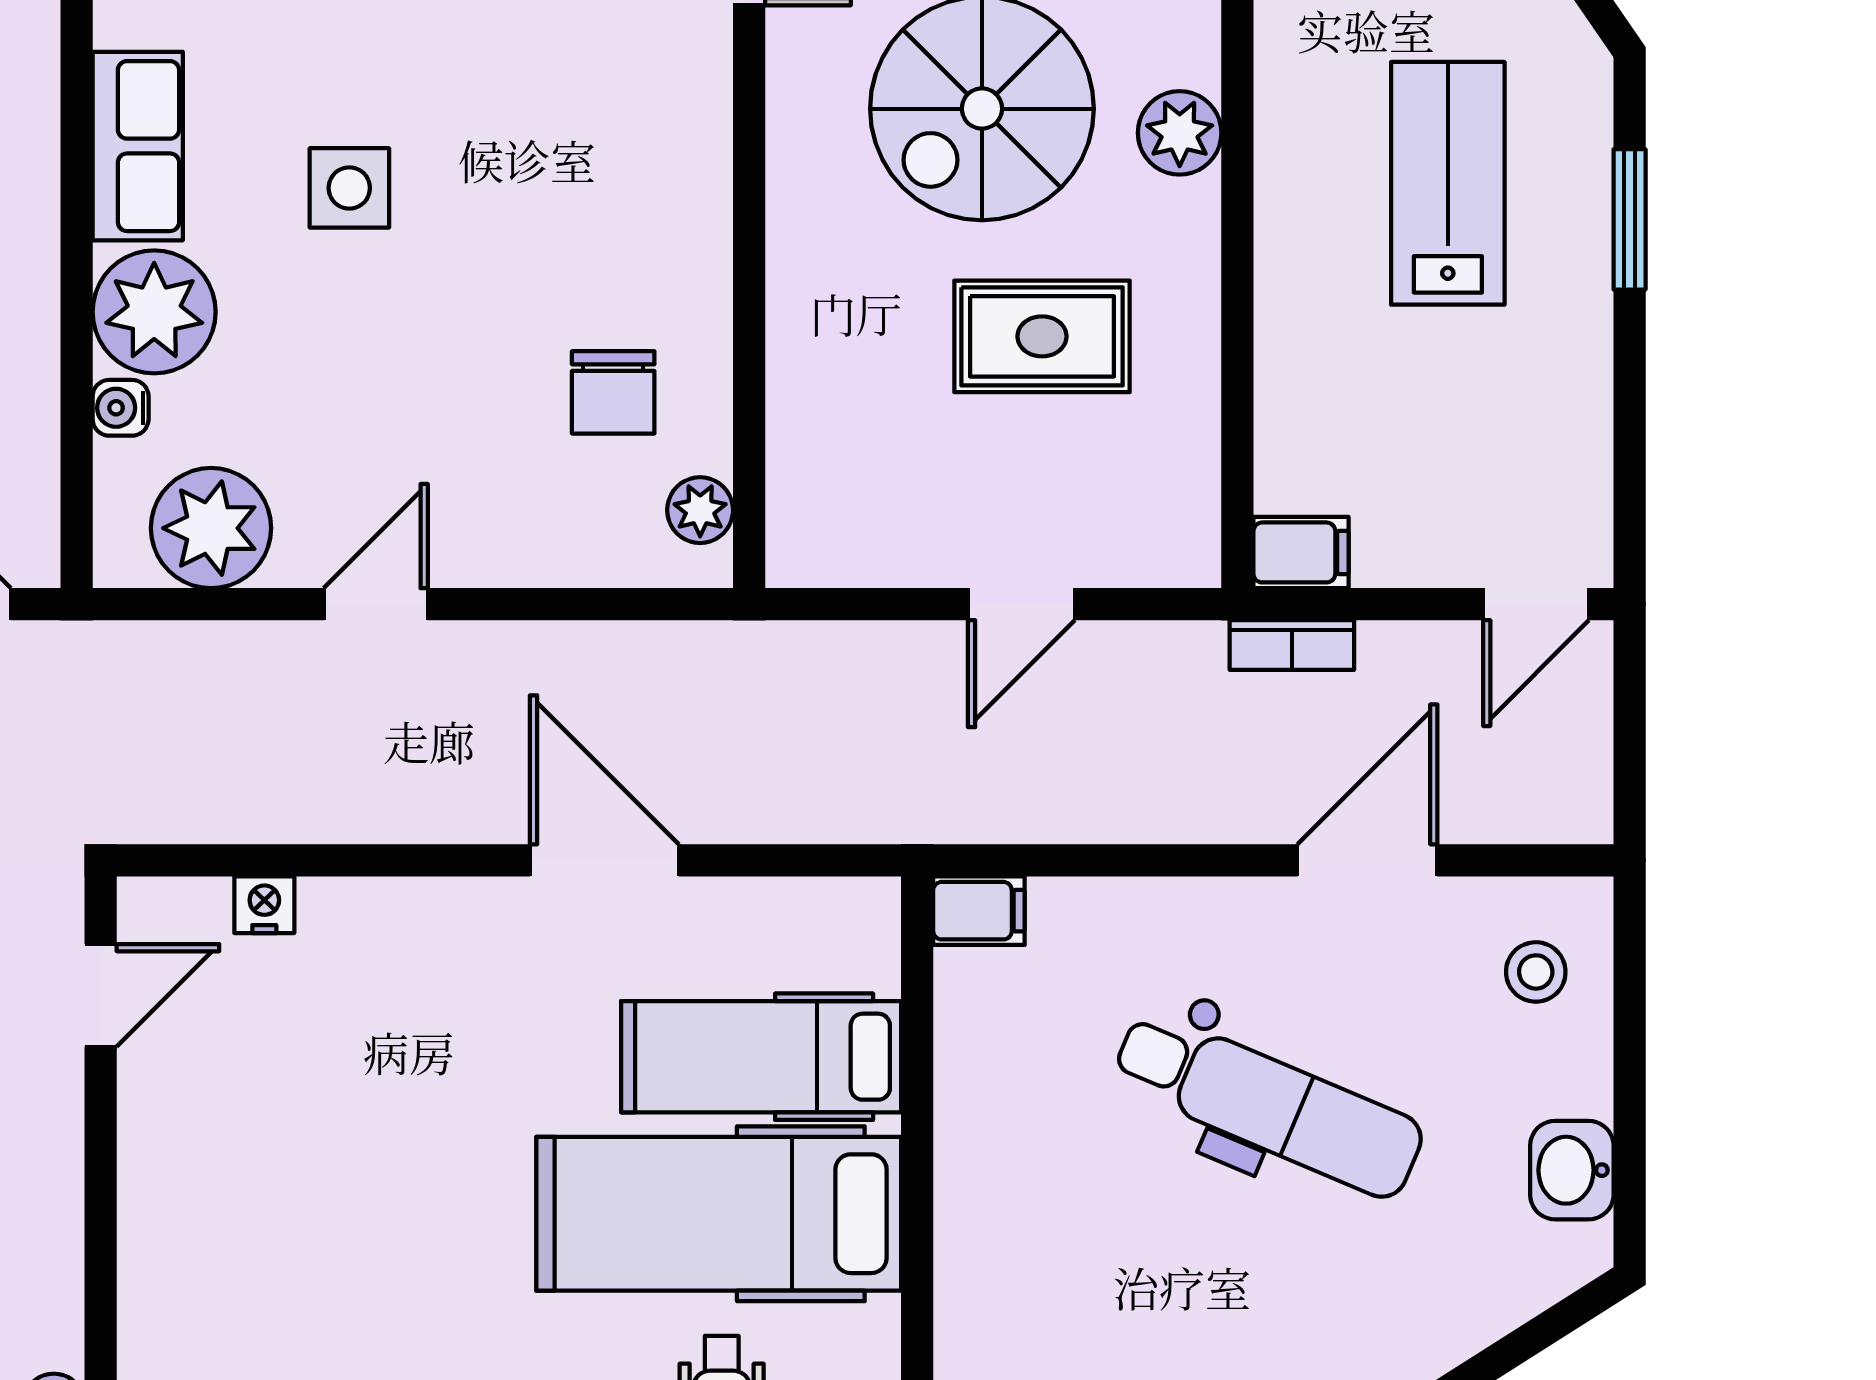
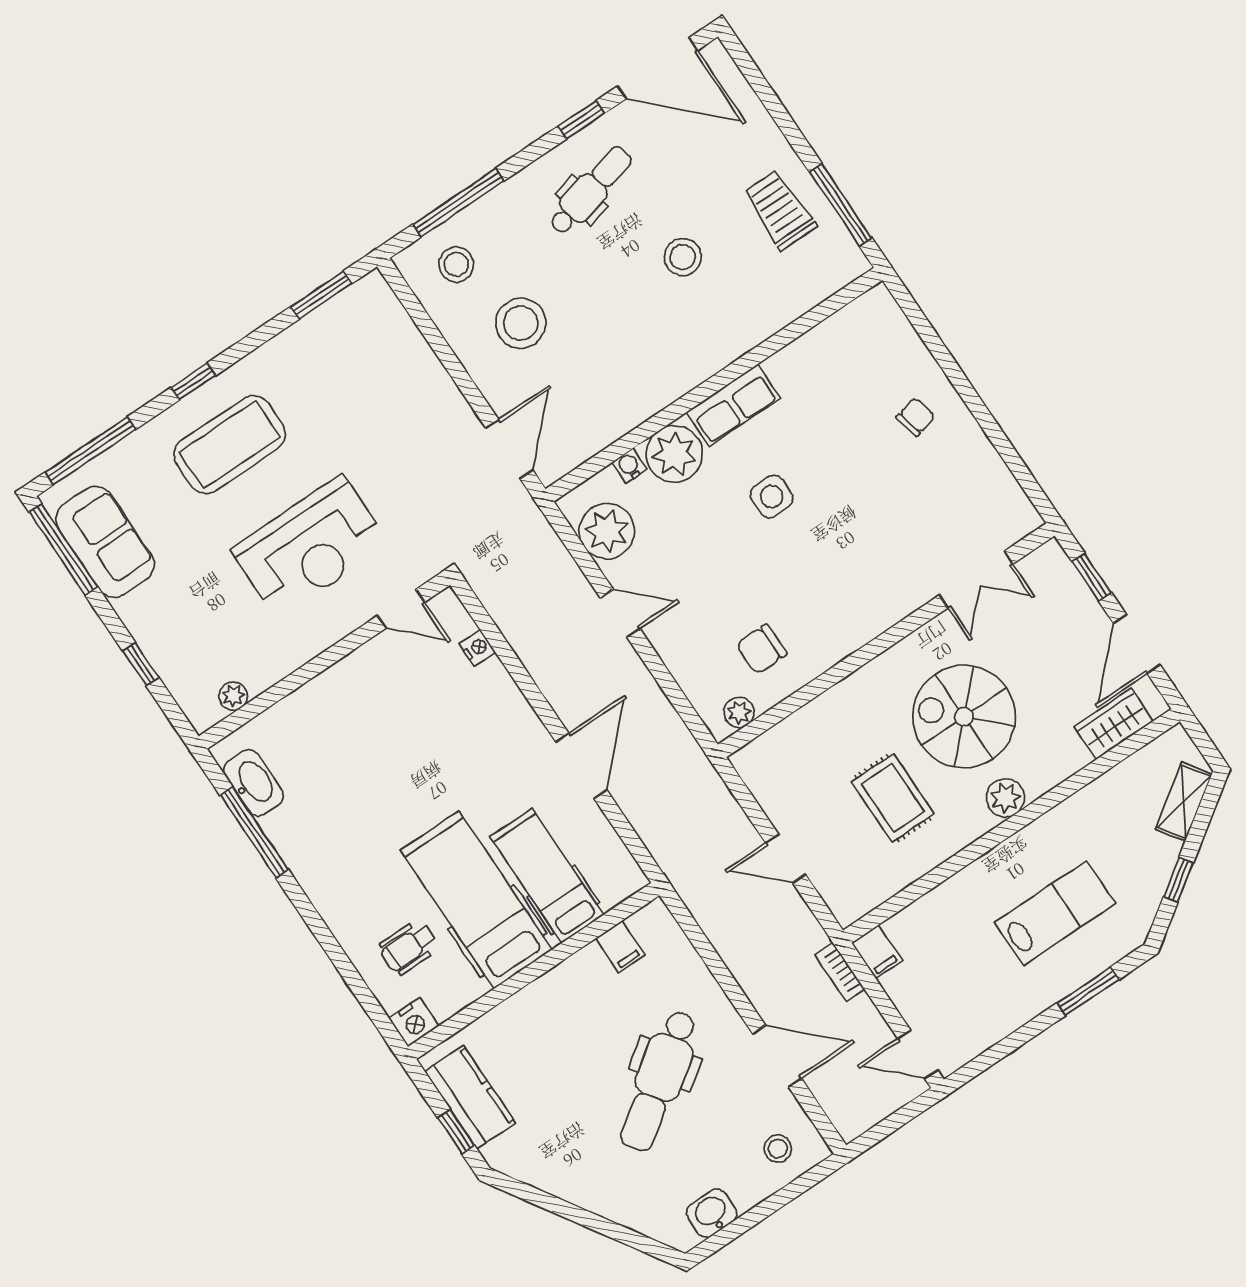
filing cabinet: (979, 911) -> (620, 947), moved
dental chair: (1268, 1104) -> (659, 1081), turned 32

